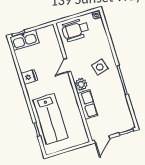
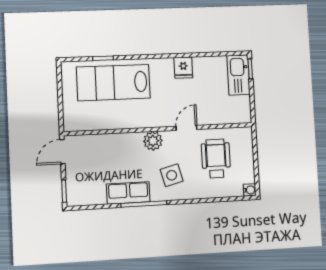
wheelchair: (75, 30) -> (216, 159), moved
door: (67, 65) -> (186, 128), hinge flipped
row of seats: (87, 104) -> (128, 193), moved, turned 180
door: (102, 139) -> (62, 152), hinge flipped

